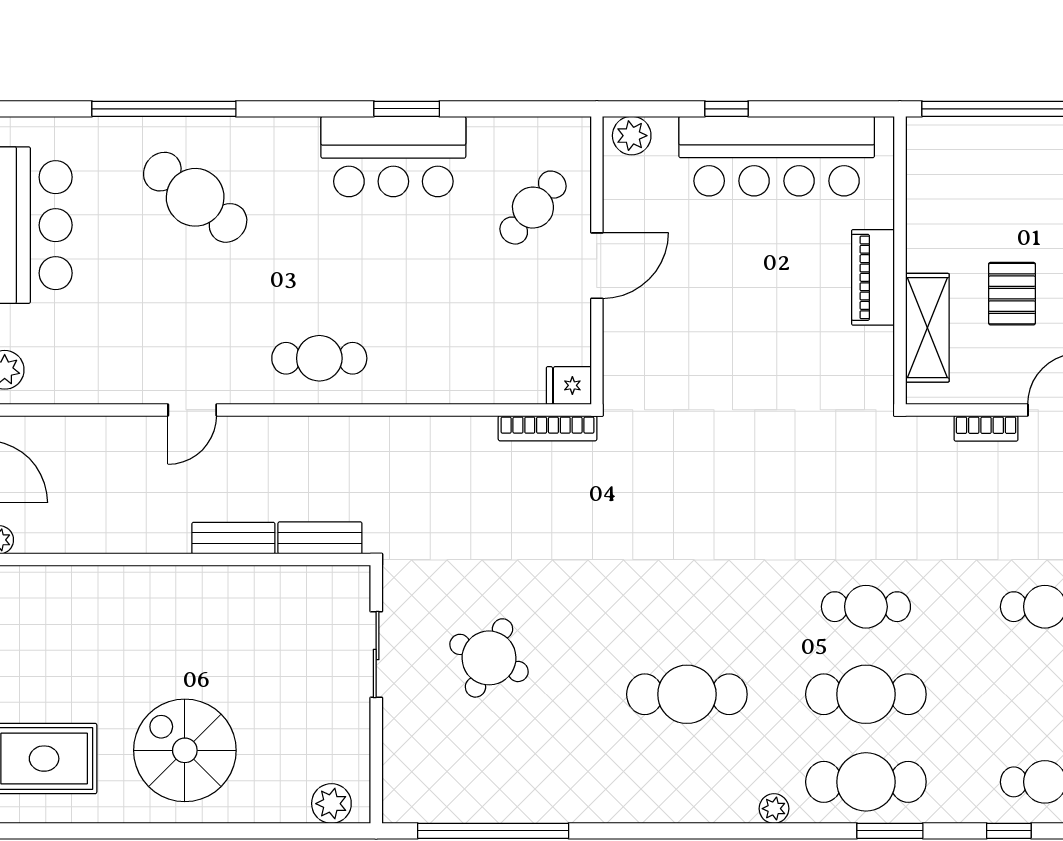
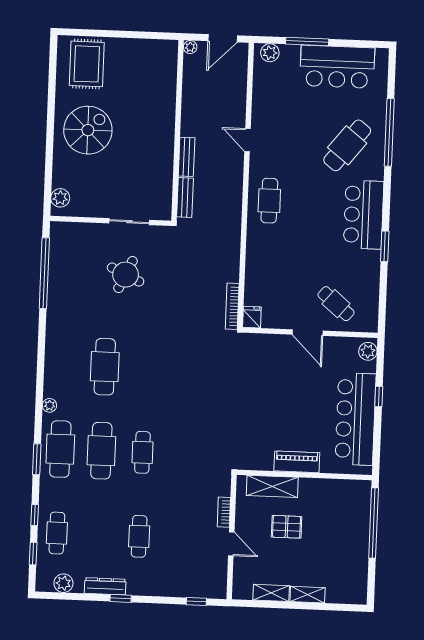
bar counter: (393, 156) -> (364, 215), moved

